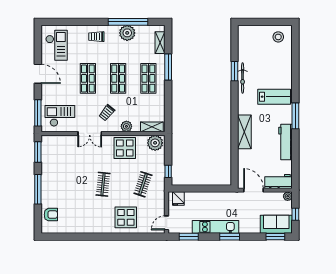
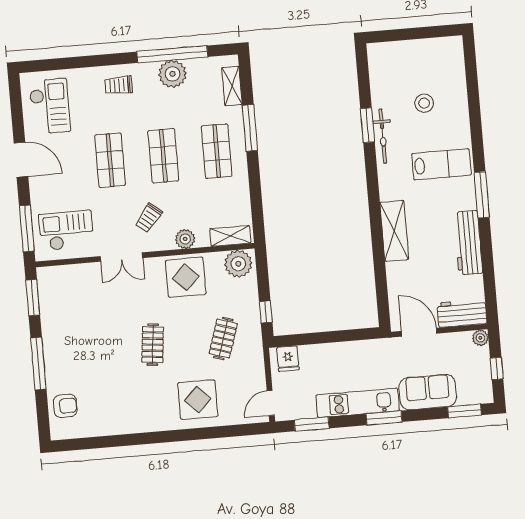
stool: (278, 37) -> (424, 103), moved
sofa: (276, 224) -> (428, 392), moved

